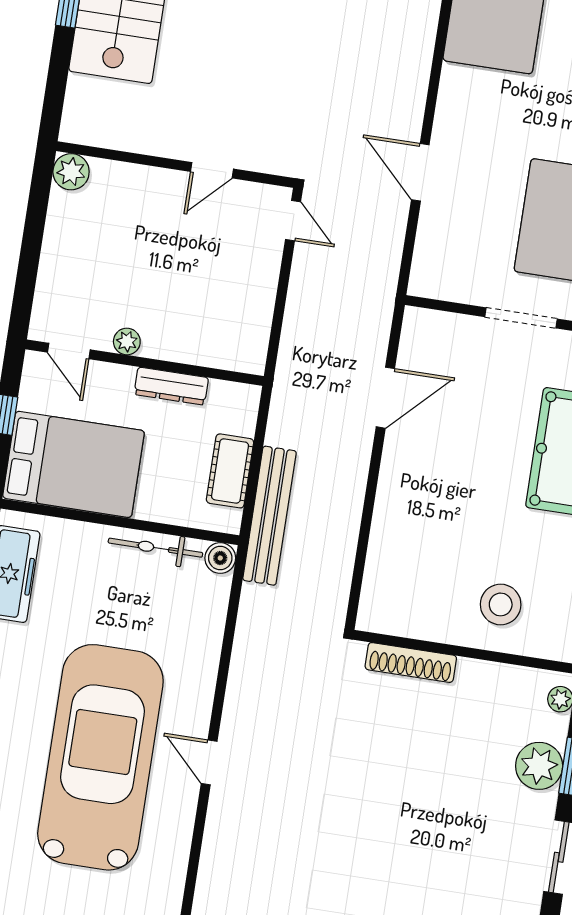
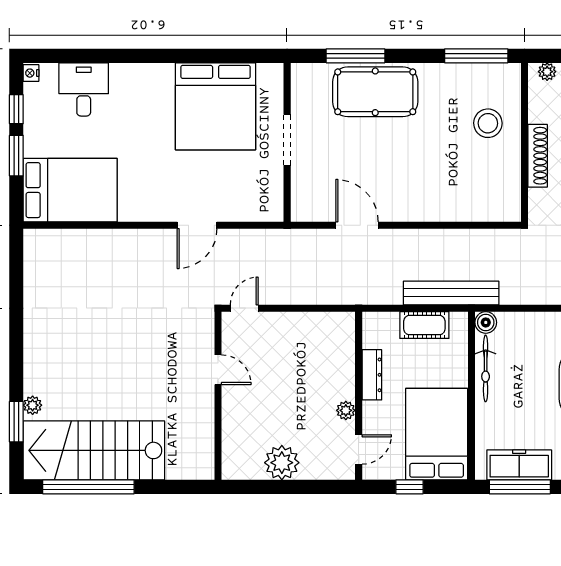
plant: (71, 172) -> (282, 463), moved, width x1.36, depth x1.36
shoe rack: (411, 662) -> (538, 156), moved

